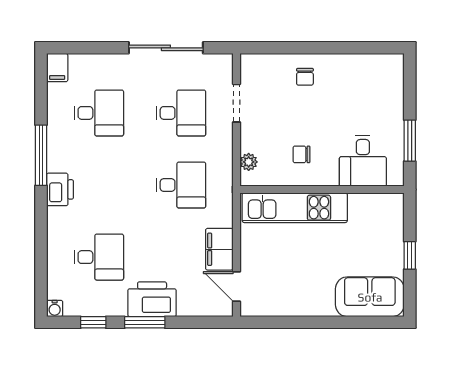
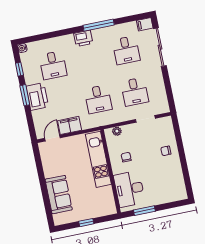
sliding door: (166, 48) -> (160, 47), moved
desk: (363, 161) -> (129, 189), width x1.37
sofa: (370, 297) -> (59, 195), moved

